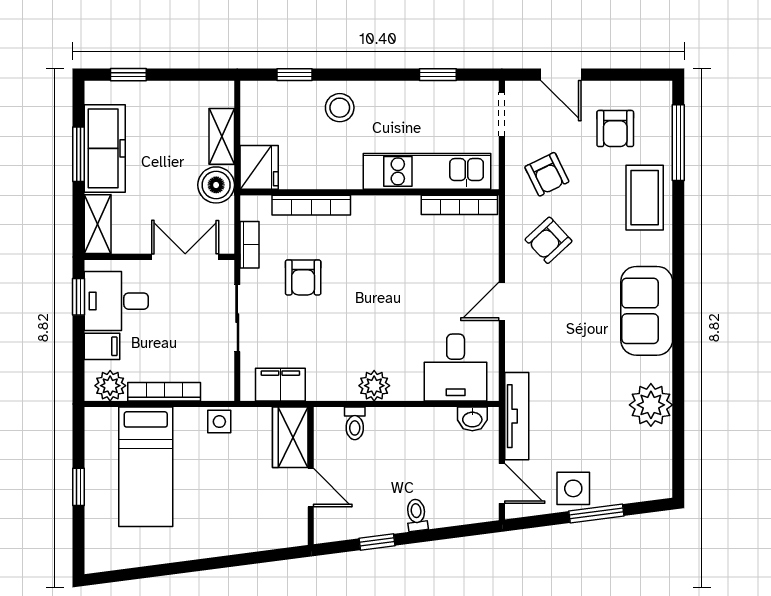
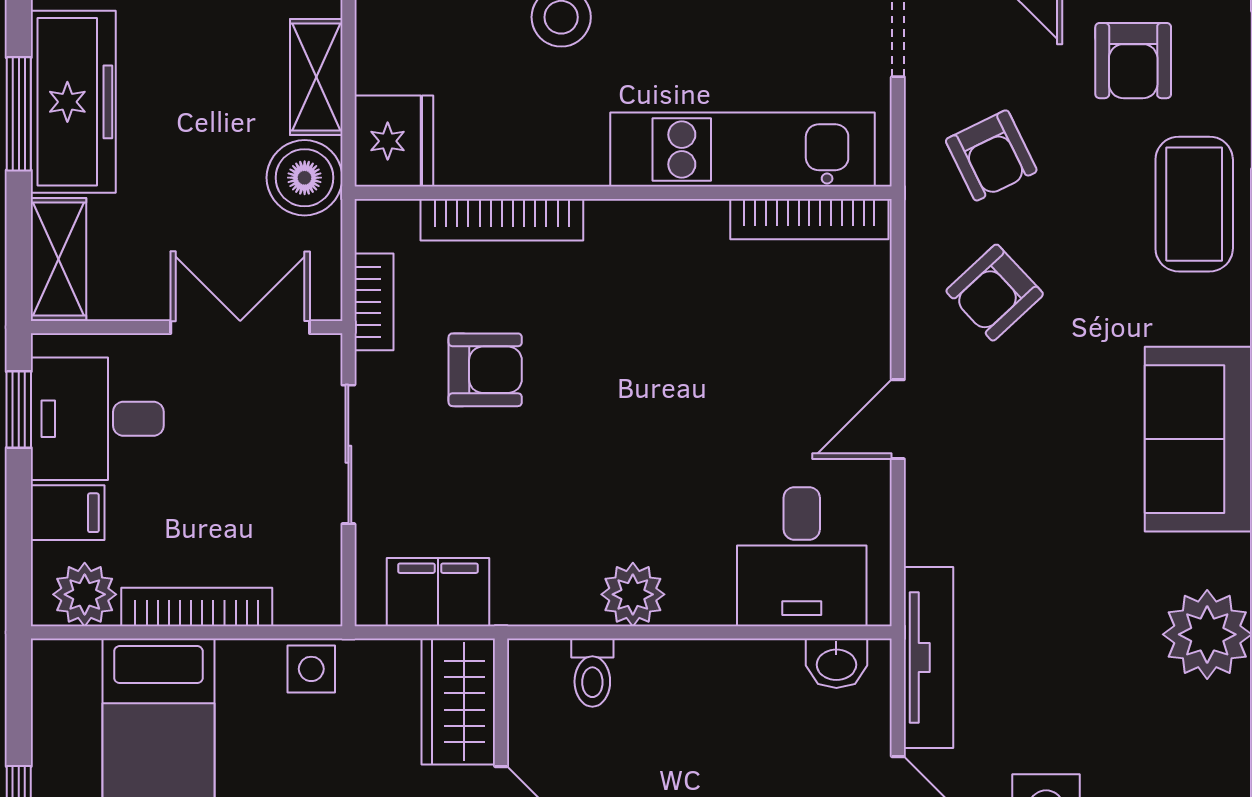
armchair: (303, 277) -> (485, 370), turned -90

